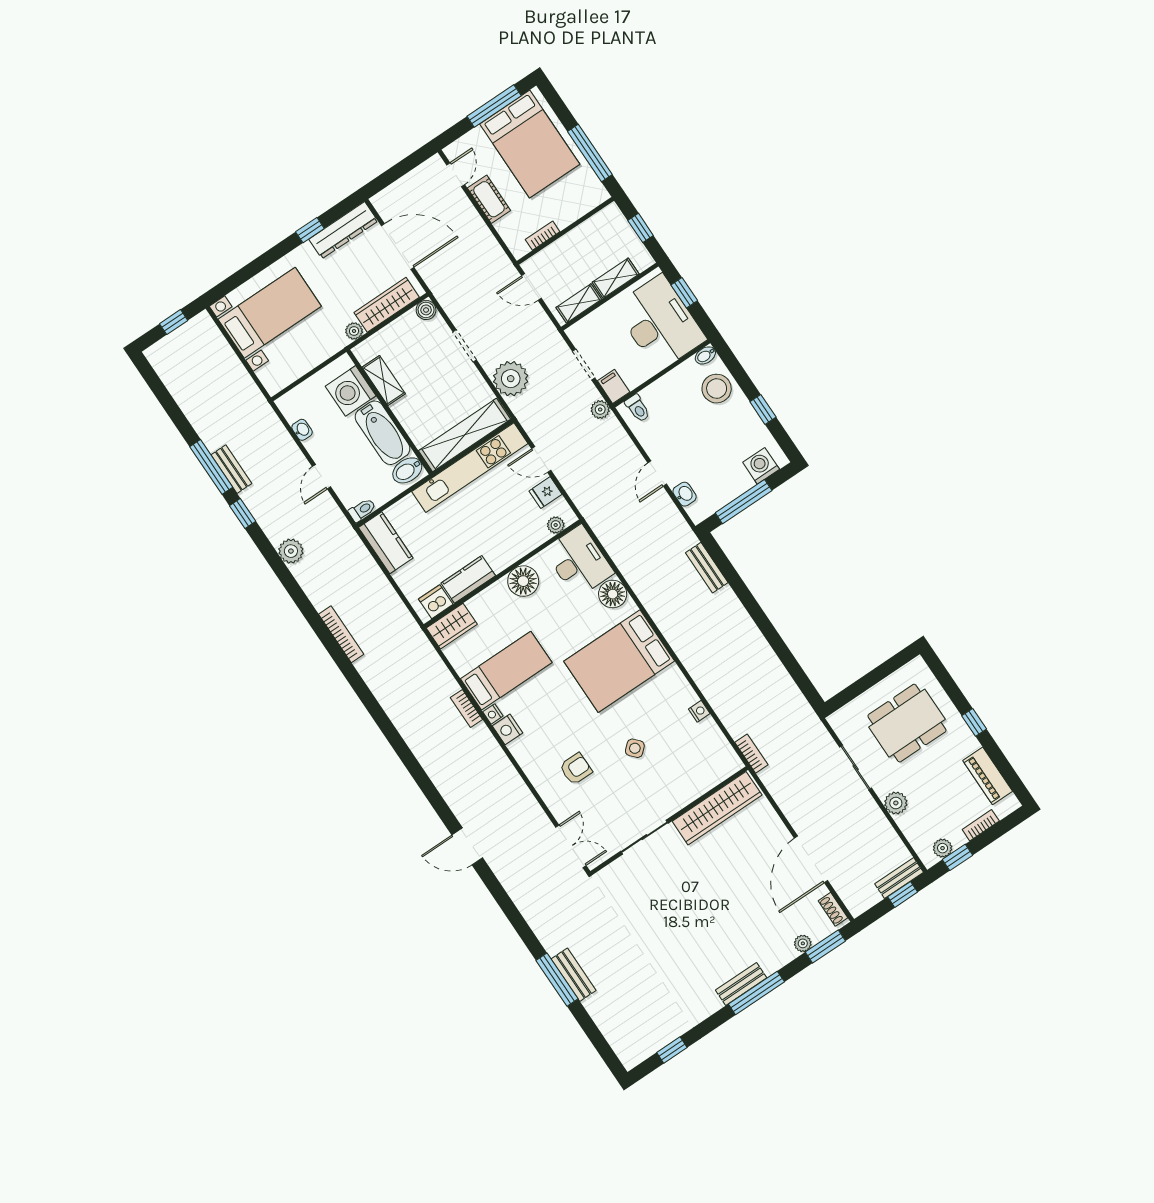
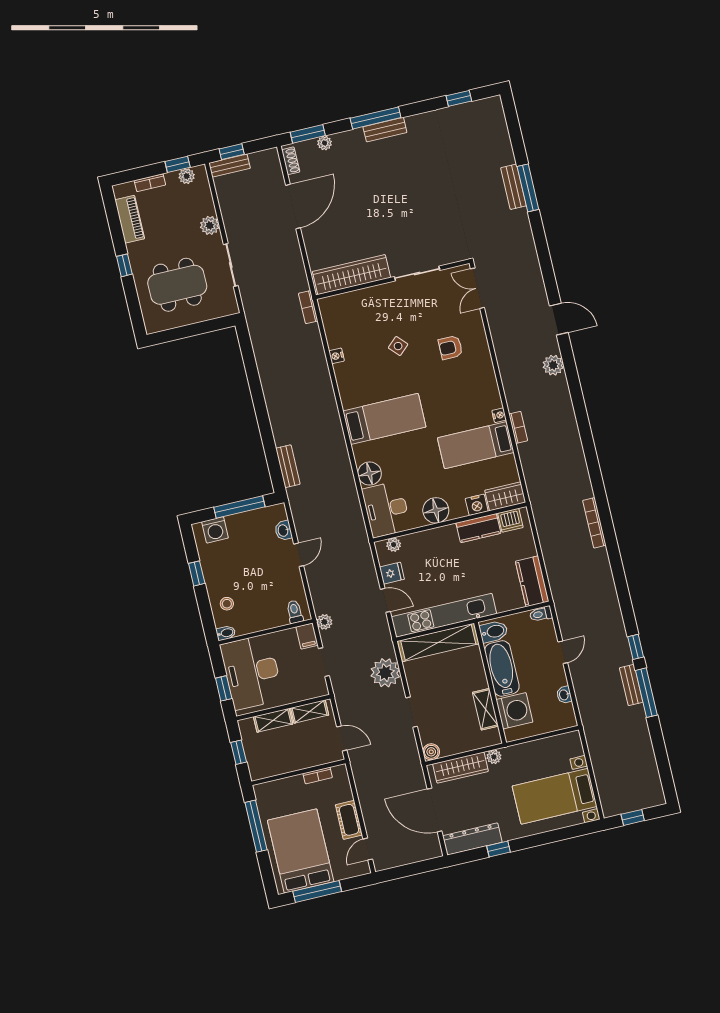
stool: (717, 389) -> (227, 604), width x0.53, depth x0.53
plant: (291, 551) -> (553, 365), moved
bed: (619, 661) -> (384, 419), width x0.67
nightstand: (507, 729) -> (477, 505), moved, turned 90

